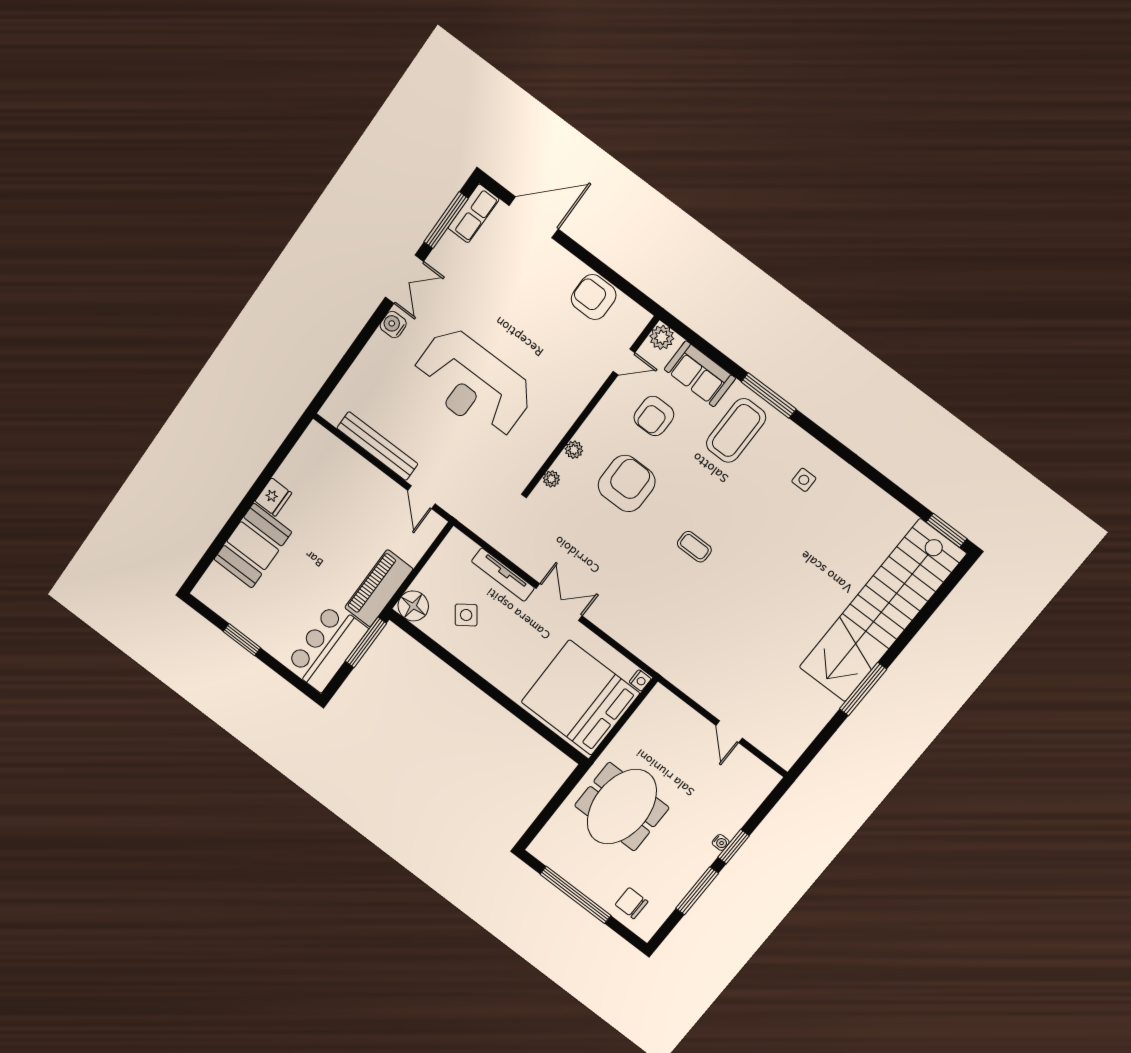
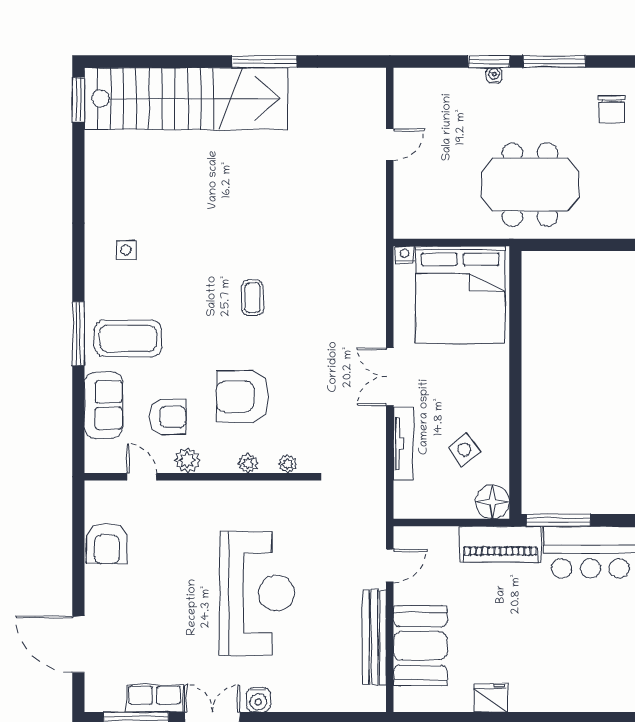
row of seats: (474, 213) -> (154, 698), moved
plant: (662, 337) -> (187, 460), moved
booth: (253, 546) -> (420, 646), moved, turned 90

